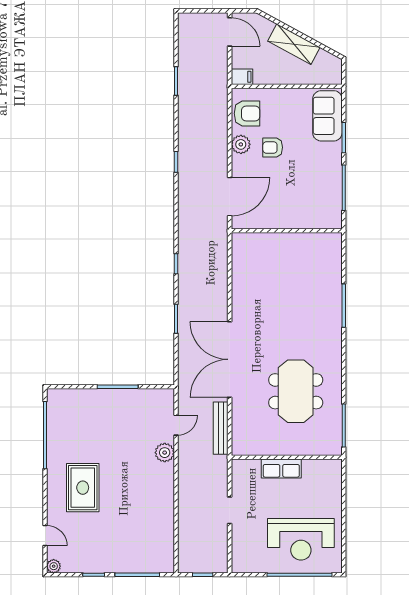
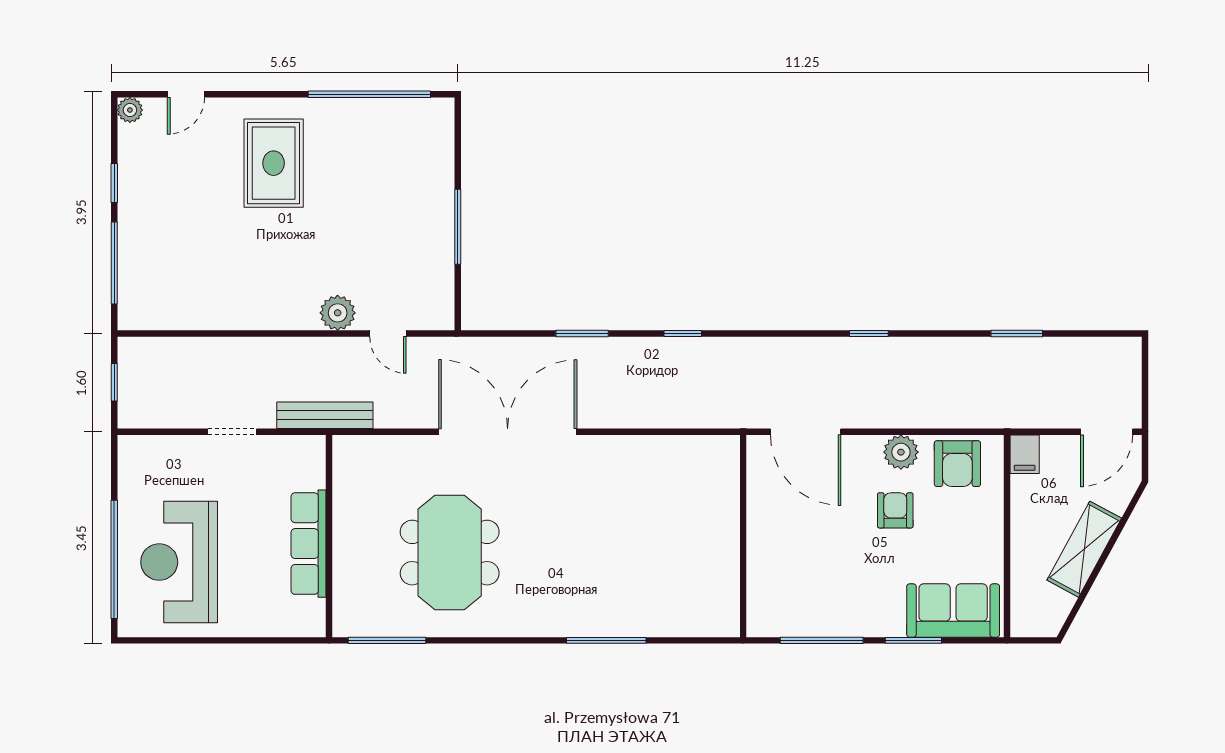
meeting table: (296, 391) -> (450, 553), turned 90
bench: (221, 428) -> (325, 415), moved
row of seats: (281, 468) -> (308, 544), width x1.48
rug: (83, 488) -> (274, 163), turned 90

